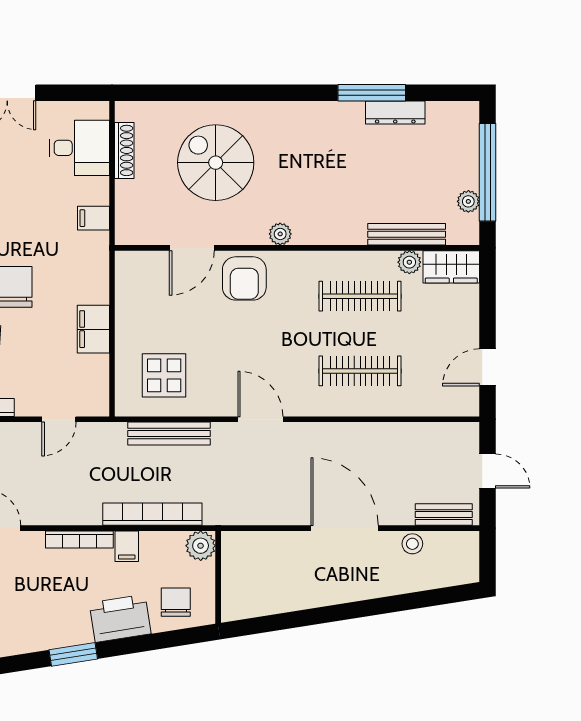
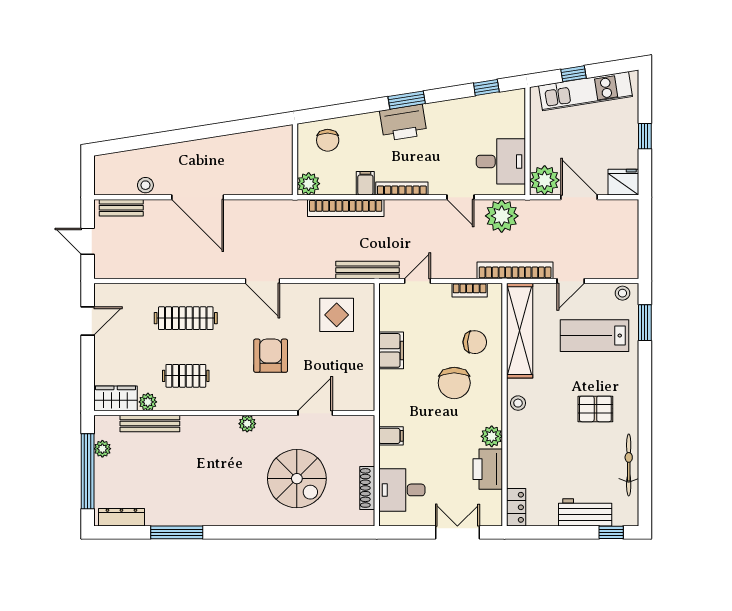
dresser: (395, 112) -> (121, 517), moved
armchair: (244, 278) -> (271, 356), moved
clothes rail: (360, 296) -> (186, 376), width x0.73
bench: (169, 434) -> (368, 270), moved
printer: (120, 618) -> (403, 123), moved

